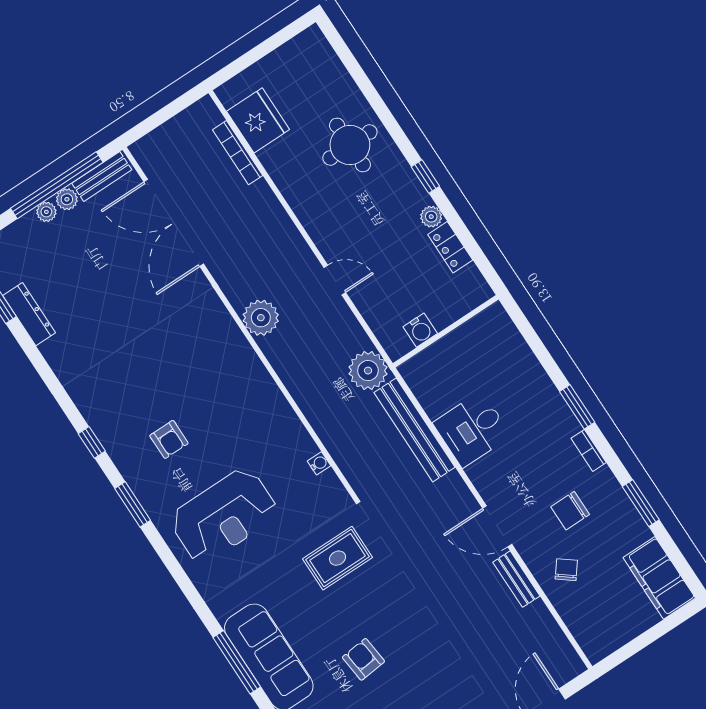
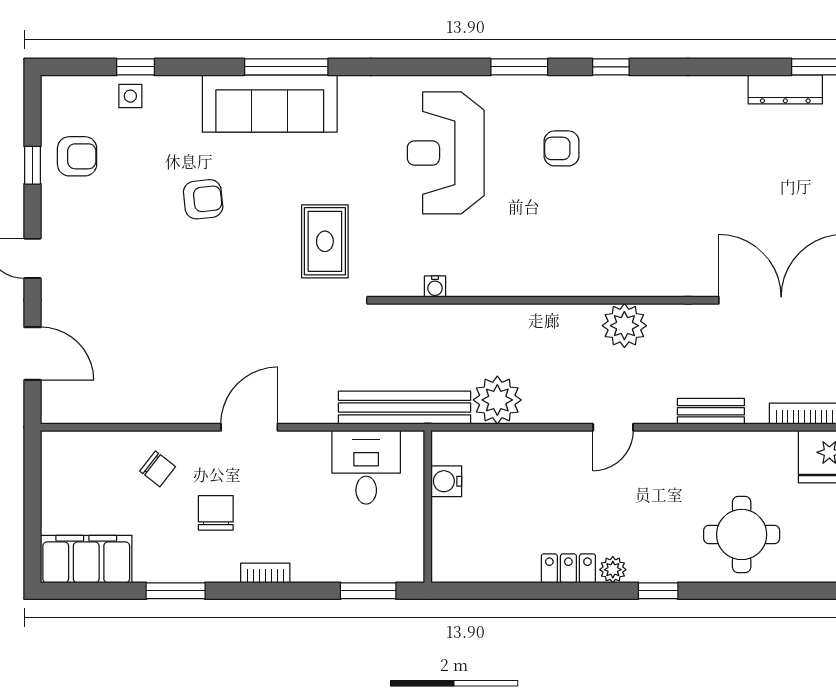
water cooler: (420, 330) -> (446, 481), moved
wall: (446, 331) -> (428, 507), moved
window: (577, 407) -> (368, 591), moved
bench: (516, 579) -> (711, 411), moved

